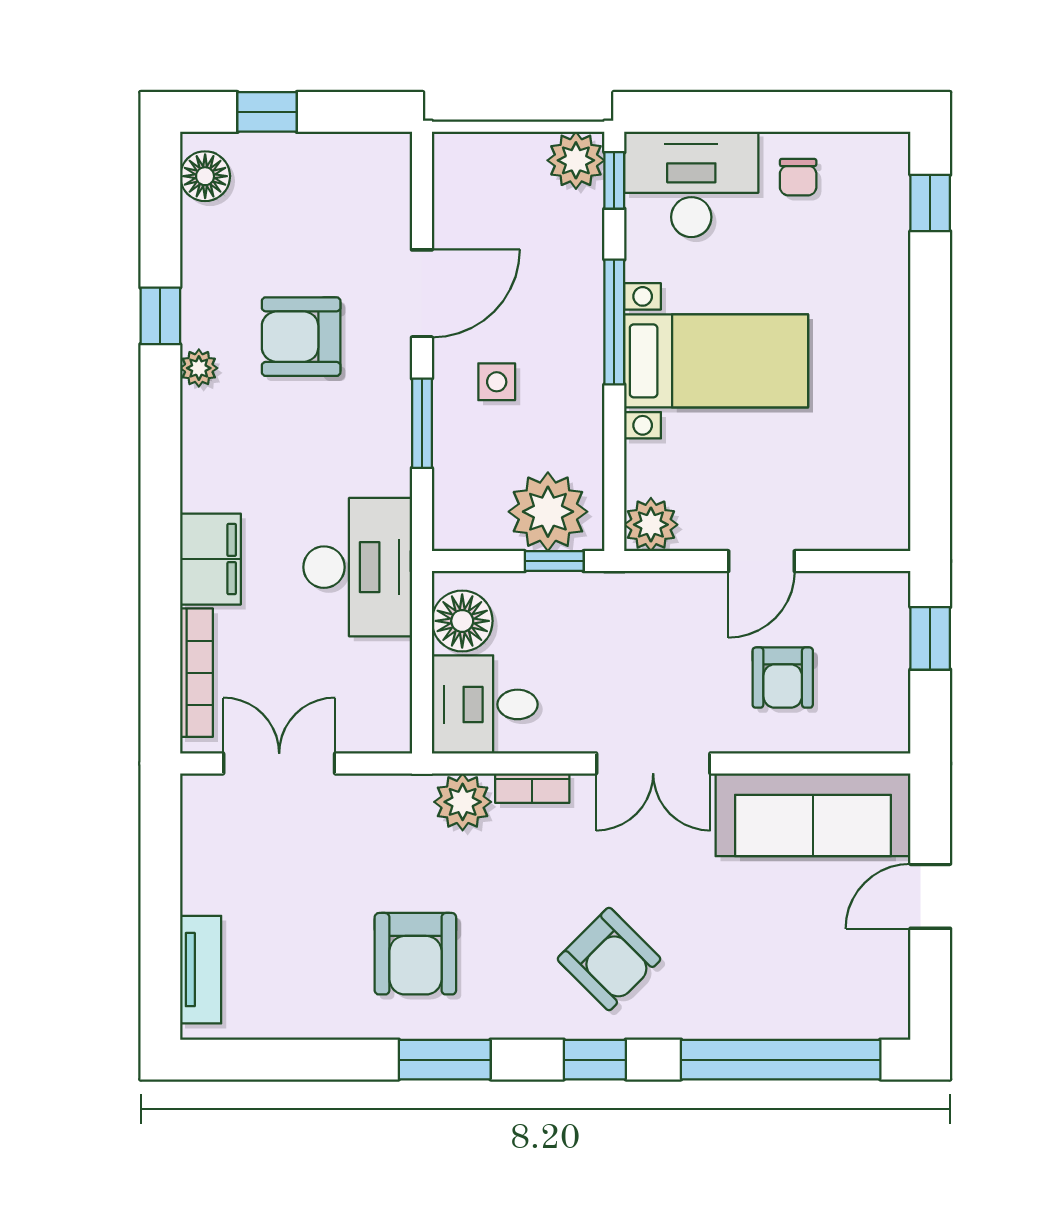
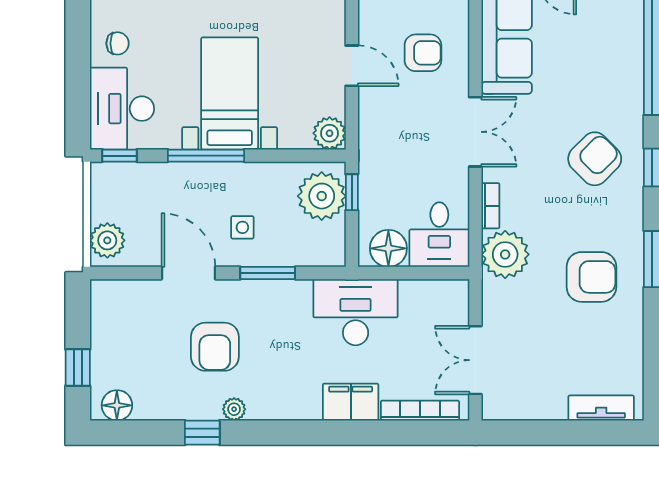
plant: (576, 160) -> (107, 240), moved
plant: (463, 802) -> (505, 254), width x1.36, depth x1.36

